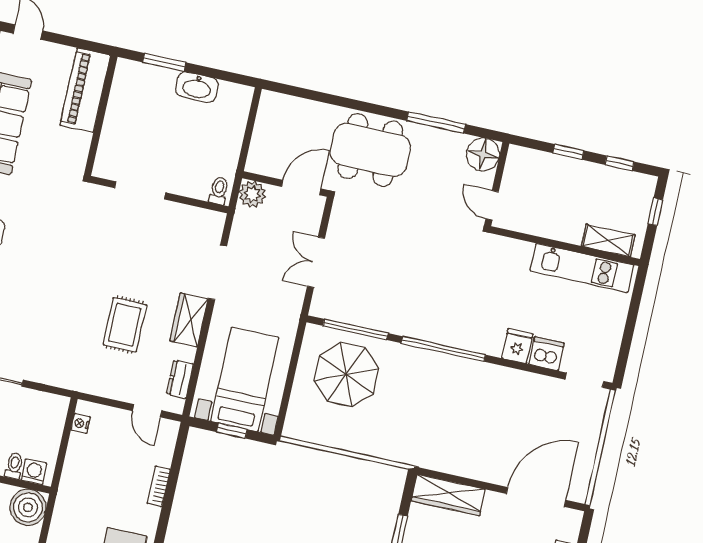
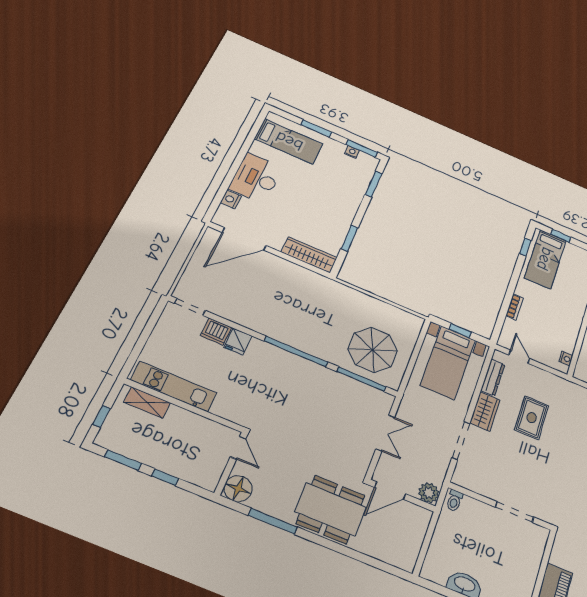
window: (620, 163) -> (123, 460), width x1.50
dresser: (180, 379) -> (493, 377), width x1.44

